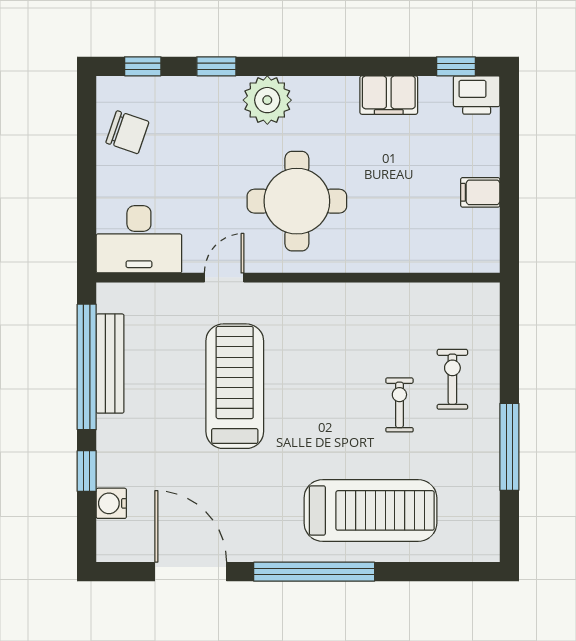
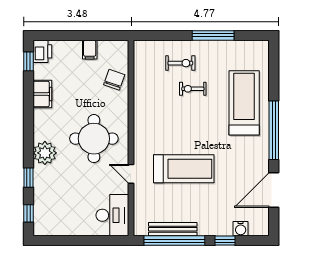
chair: (127, 132) -> (114, 80), moved
exercise bike: (452, 379) -> (180, 63), turned 180
treadmill: (235, 386) -> (184, 169), turned 180

